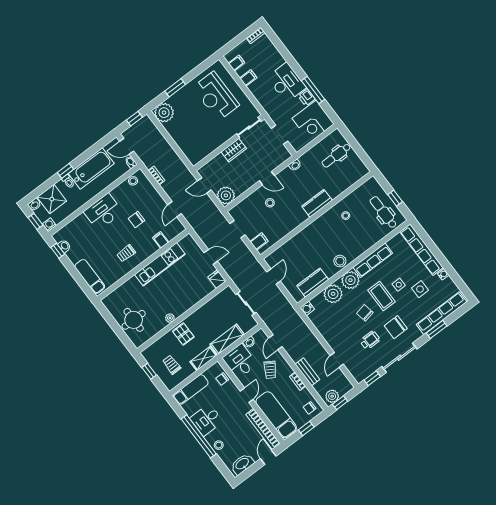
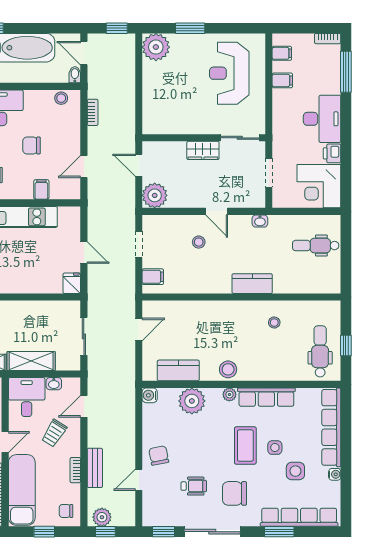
window: (313, 90) -> (346, 72), moved
plant: (350, 280) -> (229, 395), width x0.53, depth x0.53
chair: (365, 313) -> (159, 456), moved

